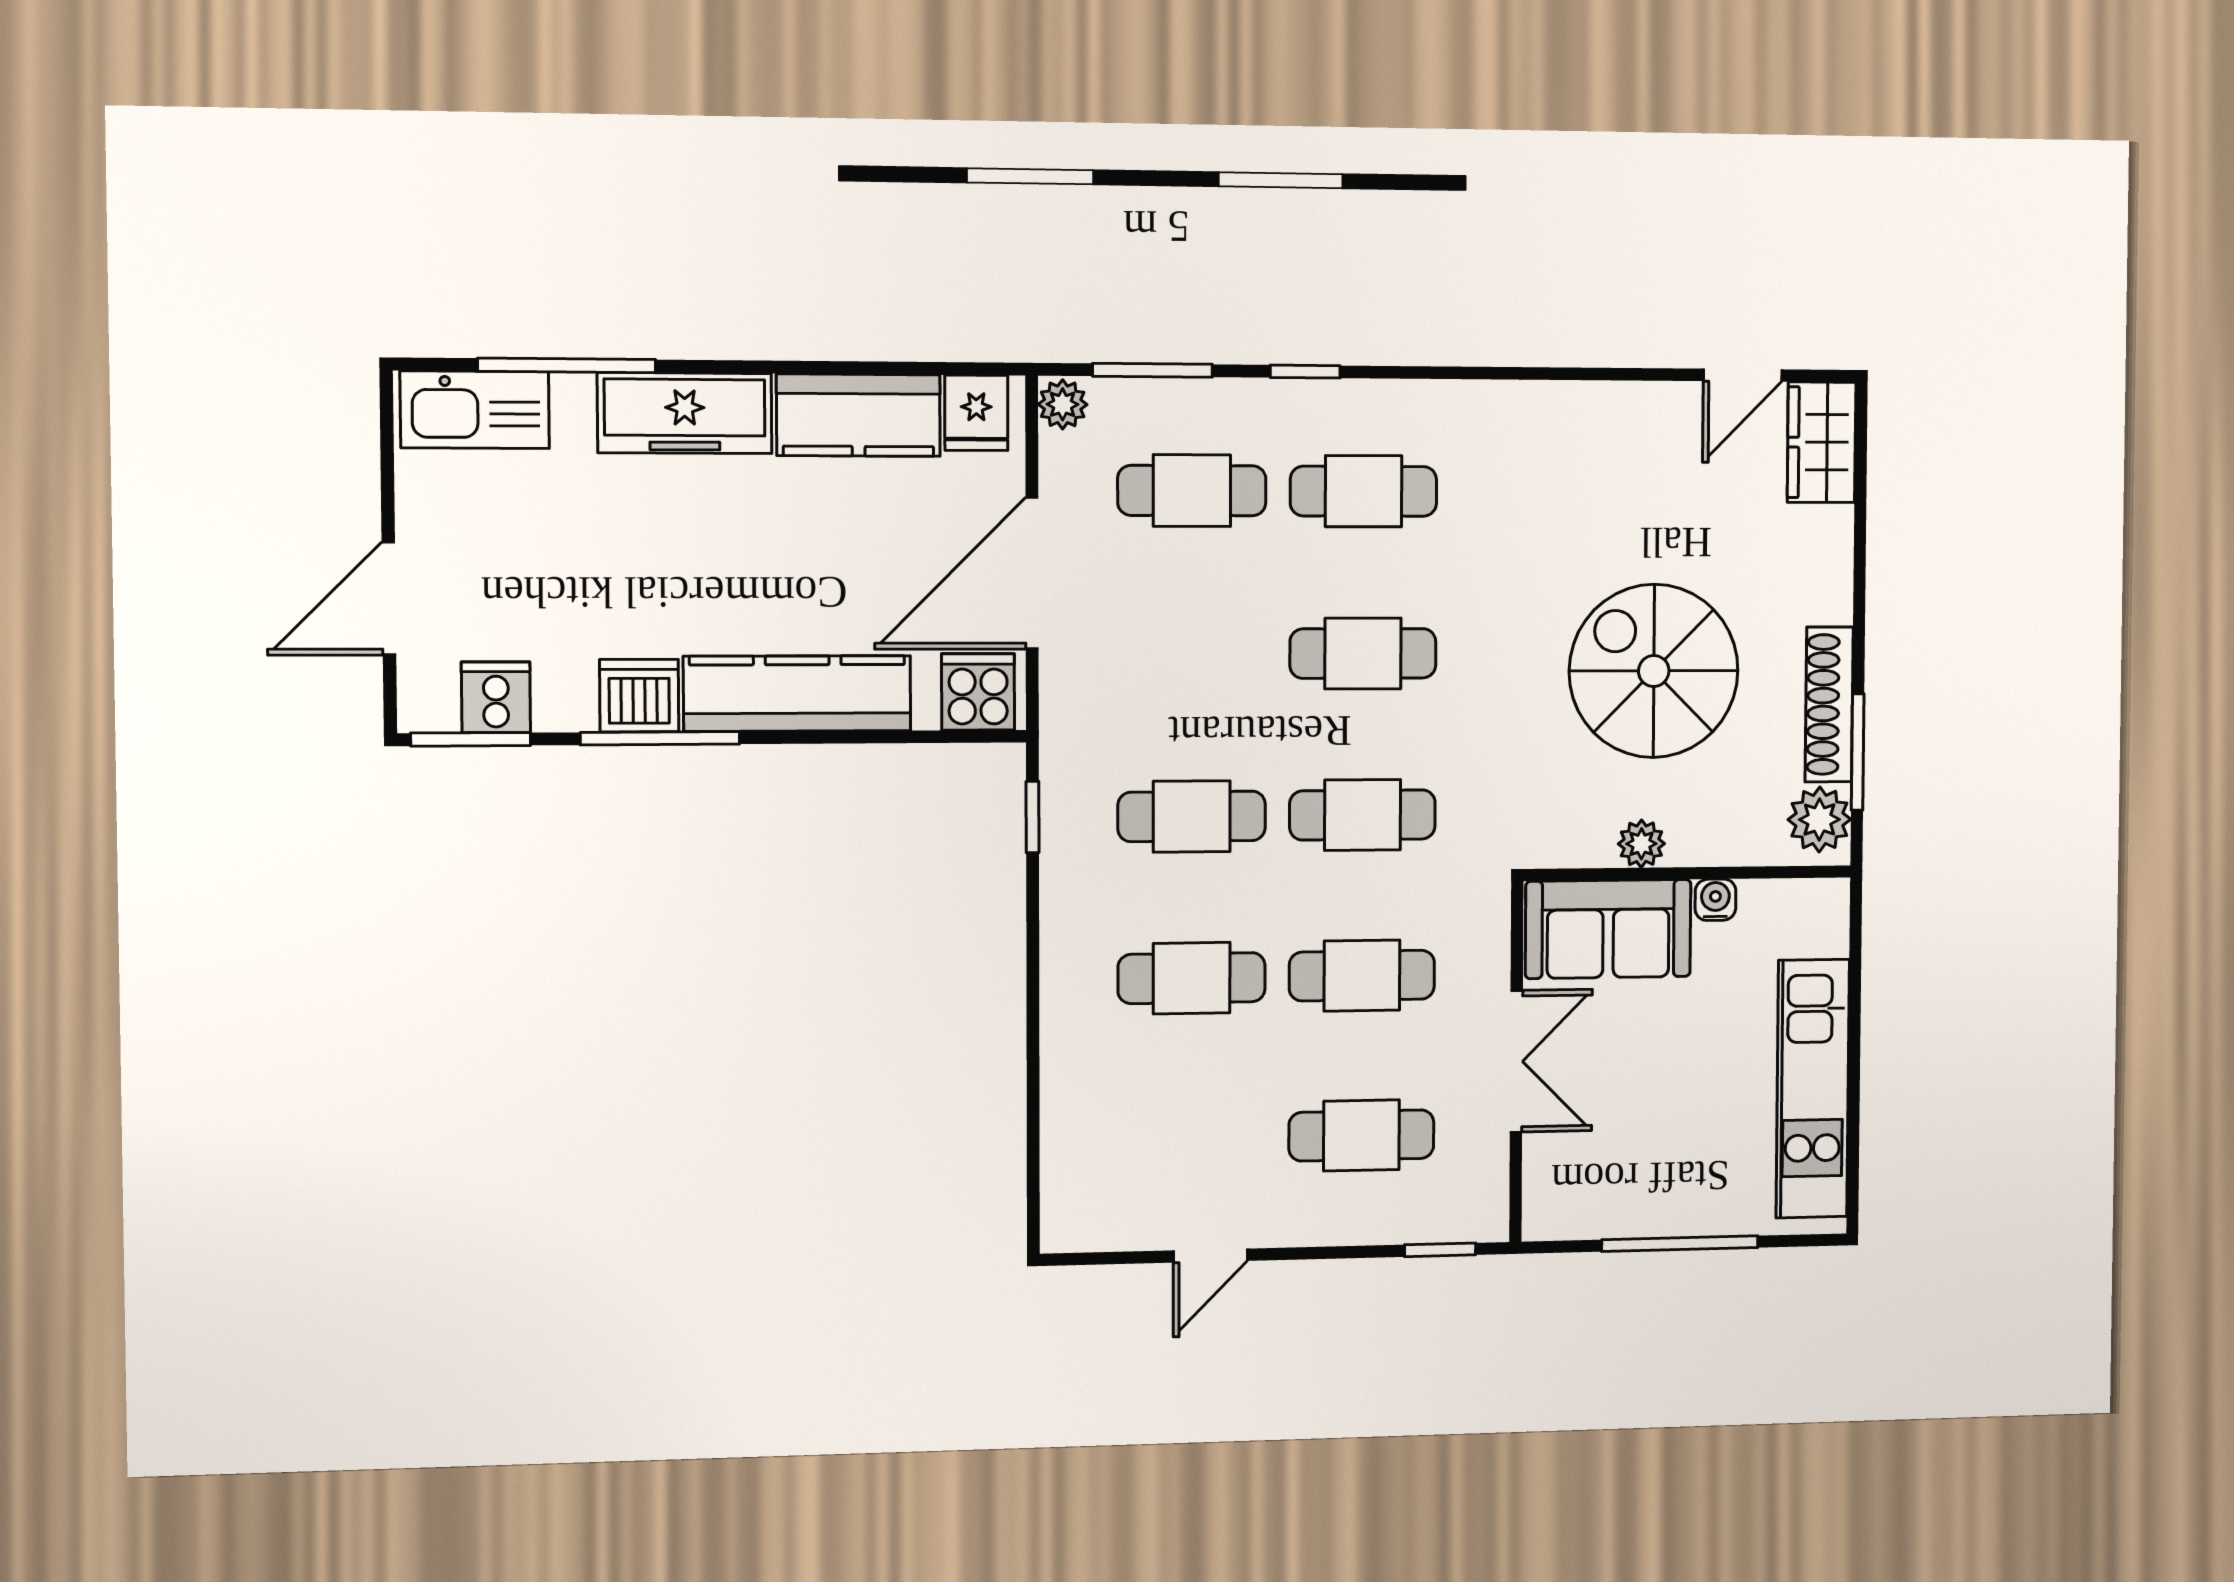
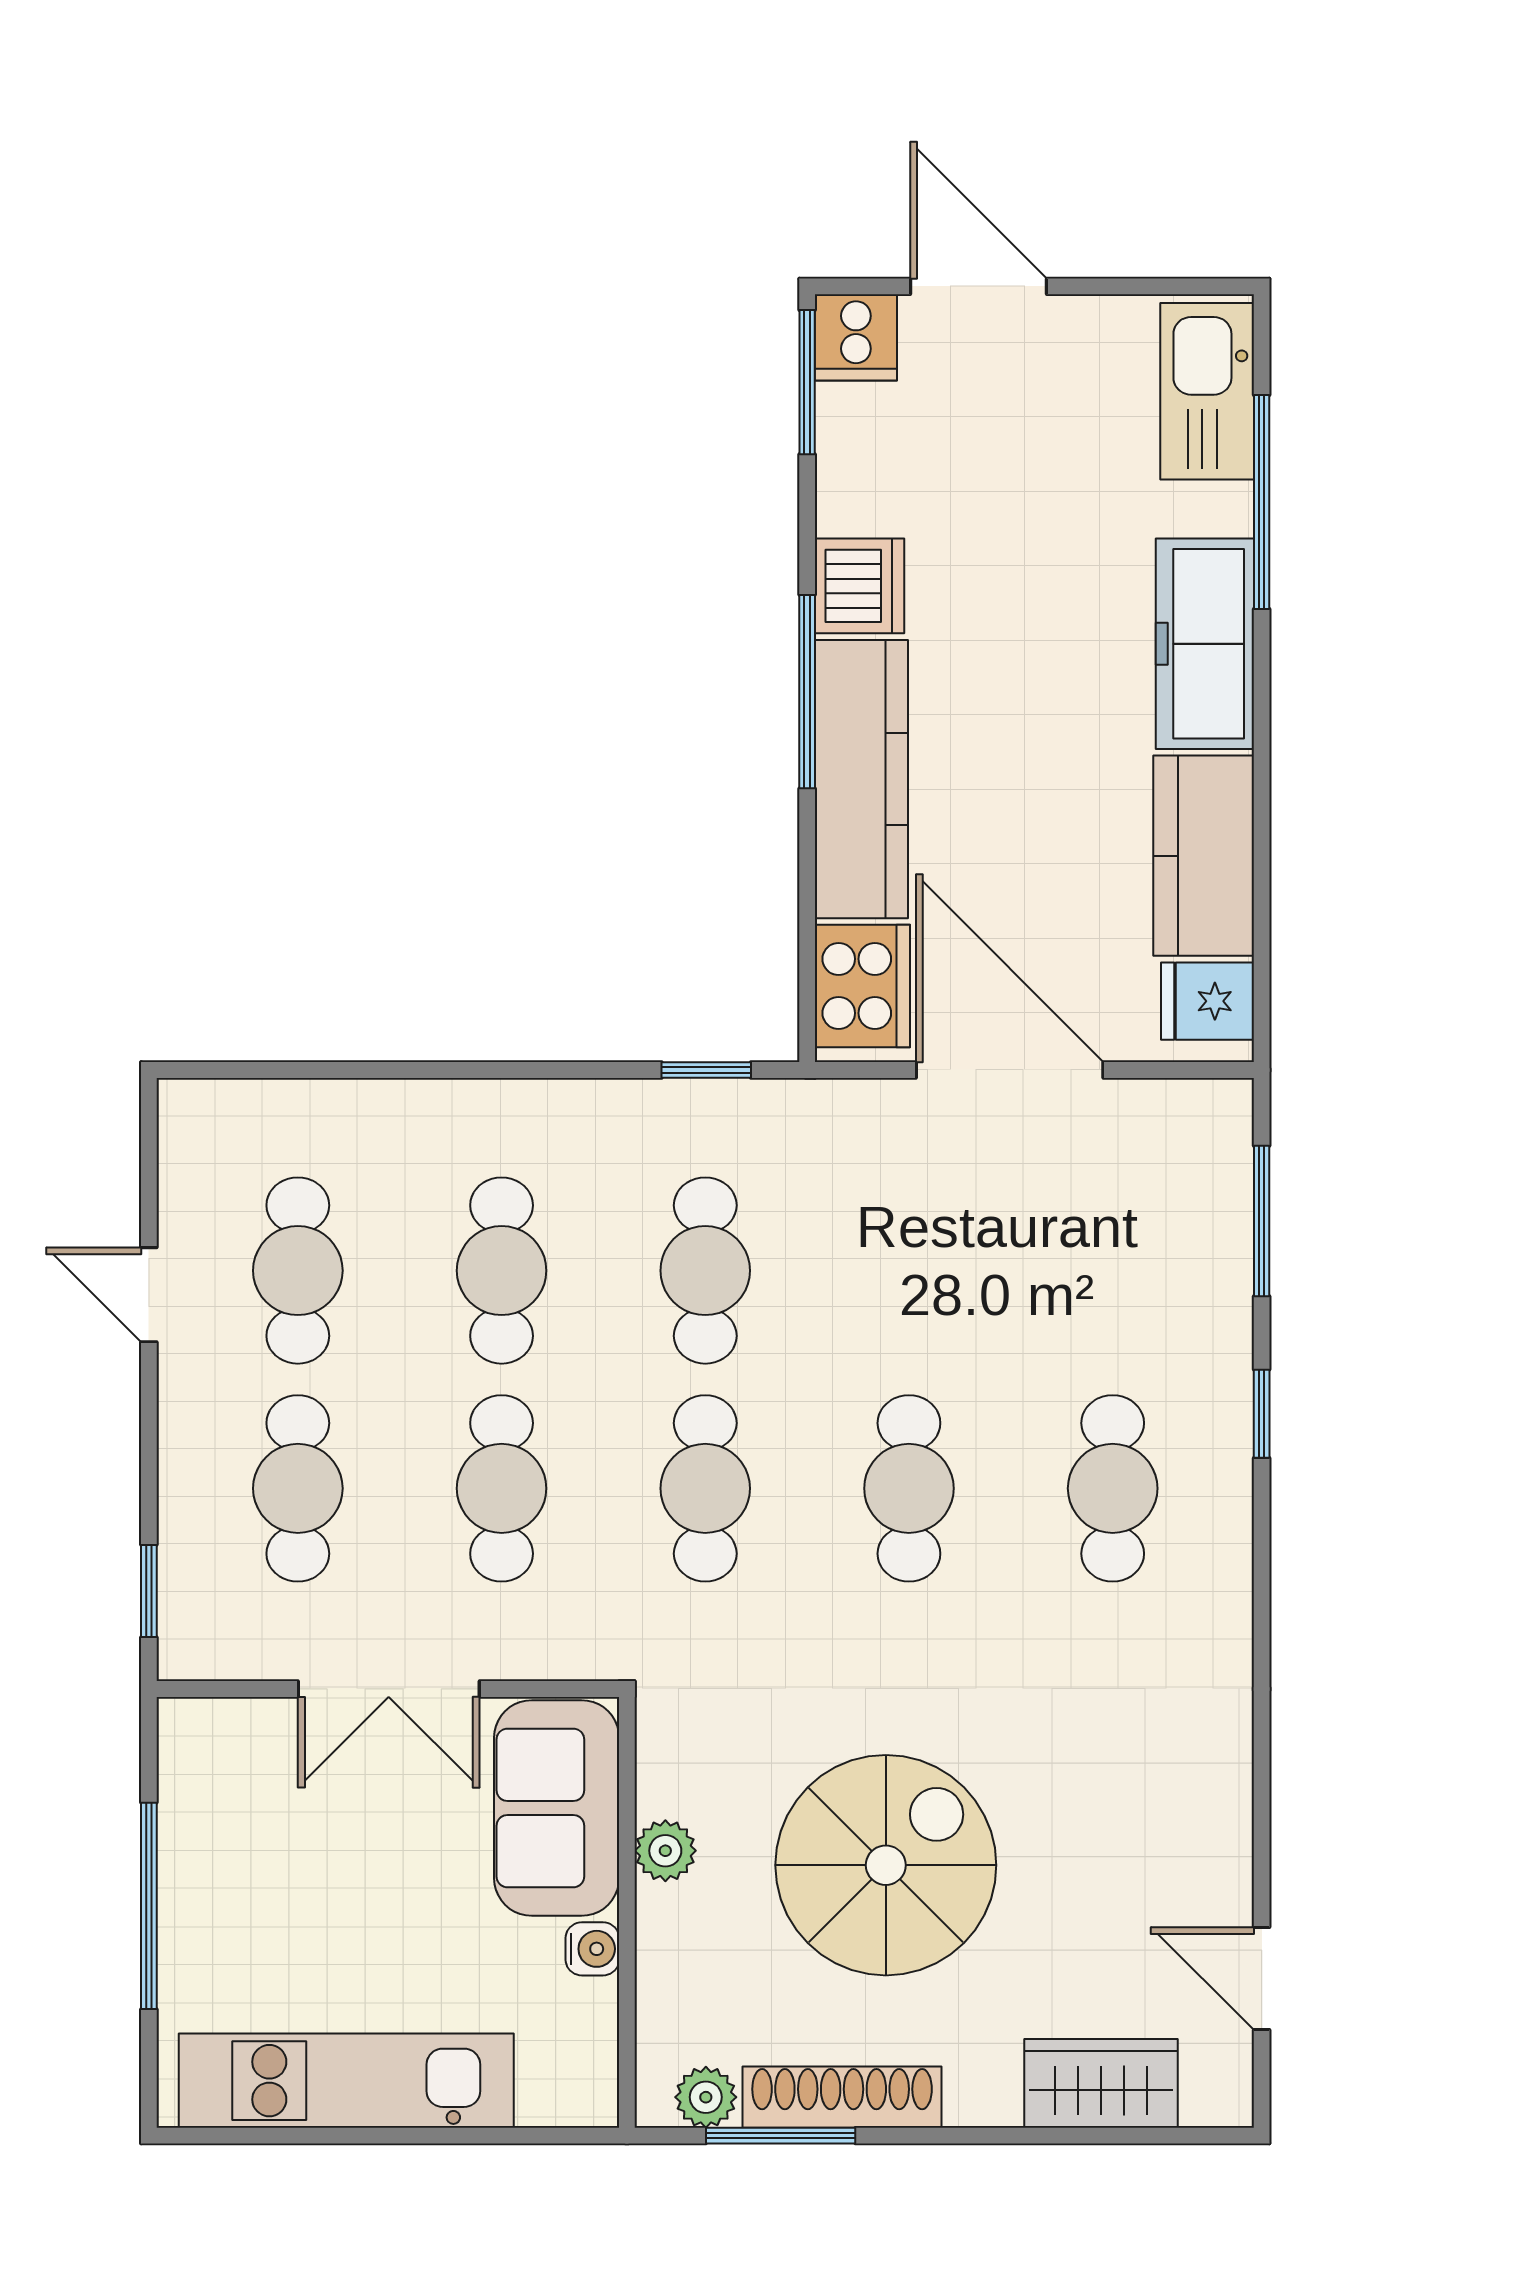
plant: (1063, 404) -> (1219, 1108), removed
wardrobe: (1822, 442) -> (1101, 2083), moved
cafe table: (1192, 491) -> (298, 1271), moved
cooker: (978, 692) -> (862, 986), width x1.36
cooker: (496, 697) -> (856, 337), moved, turned 90
window: (660, 738) -> (807, 692), moved
plant: (1819, 819) -> (706, 2097), width x0.73, depth x0.73

